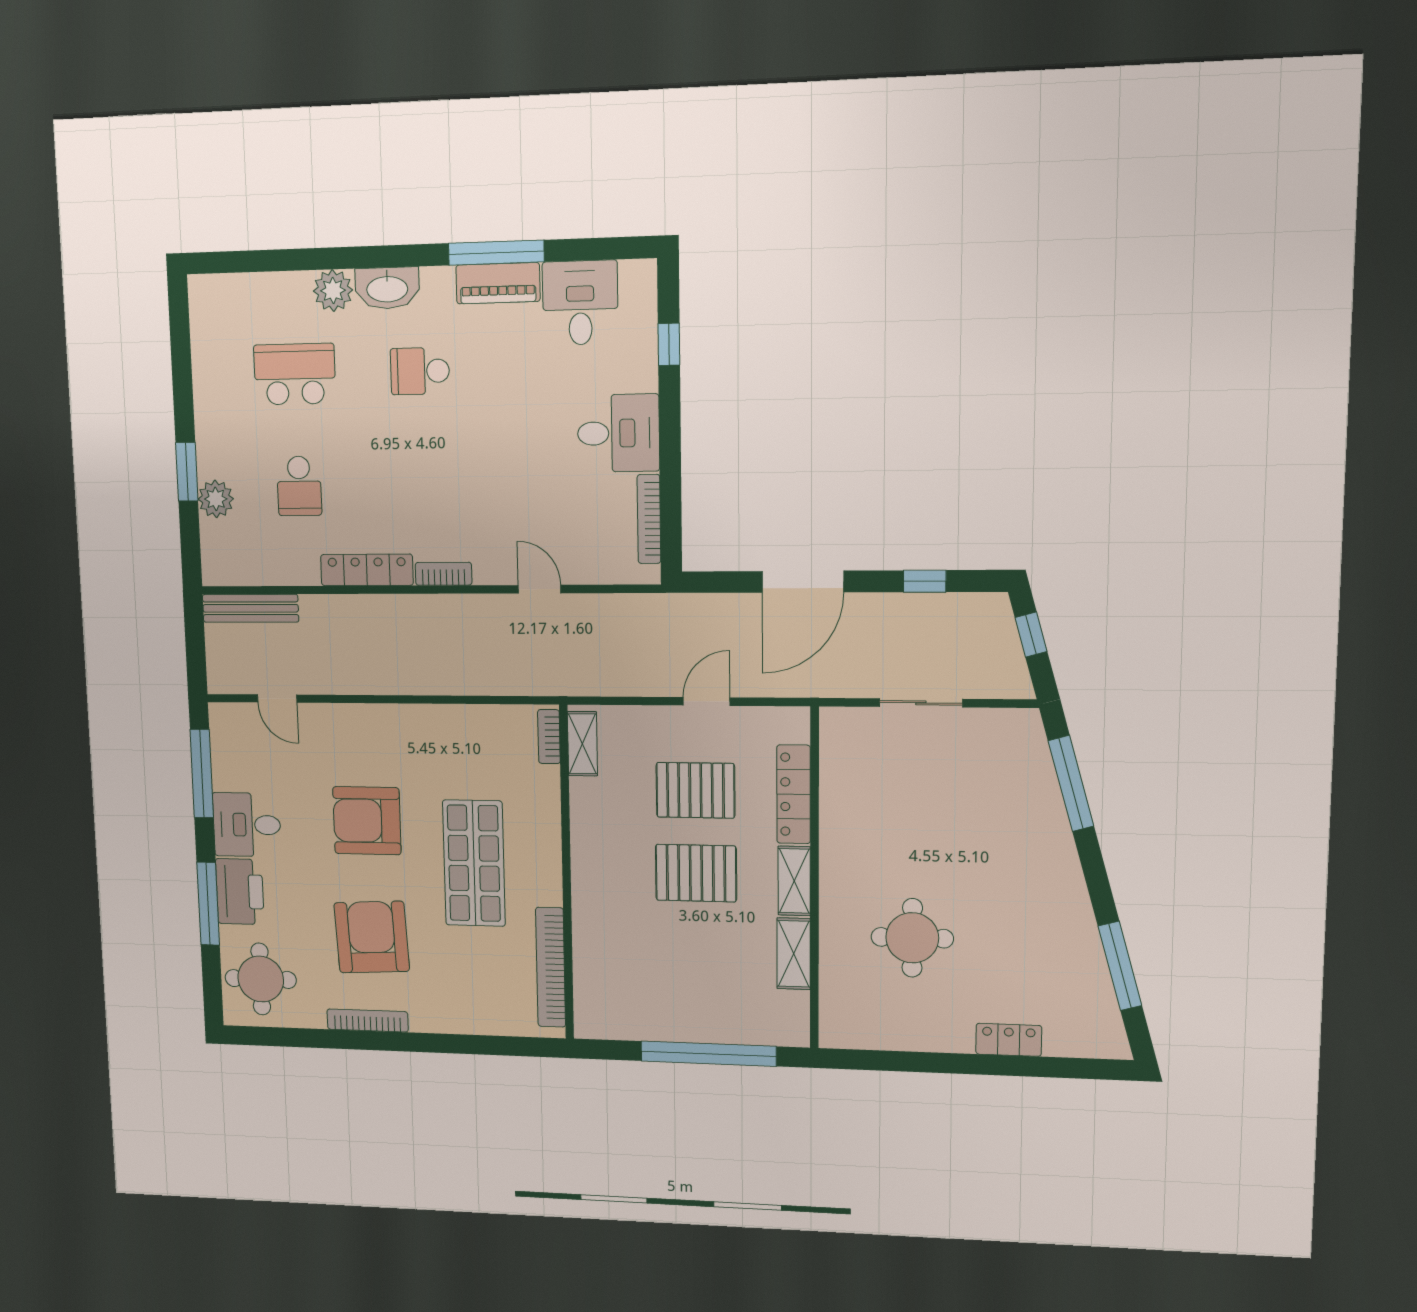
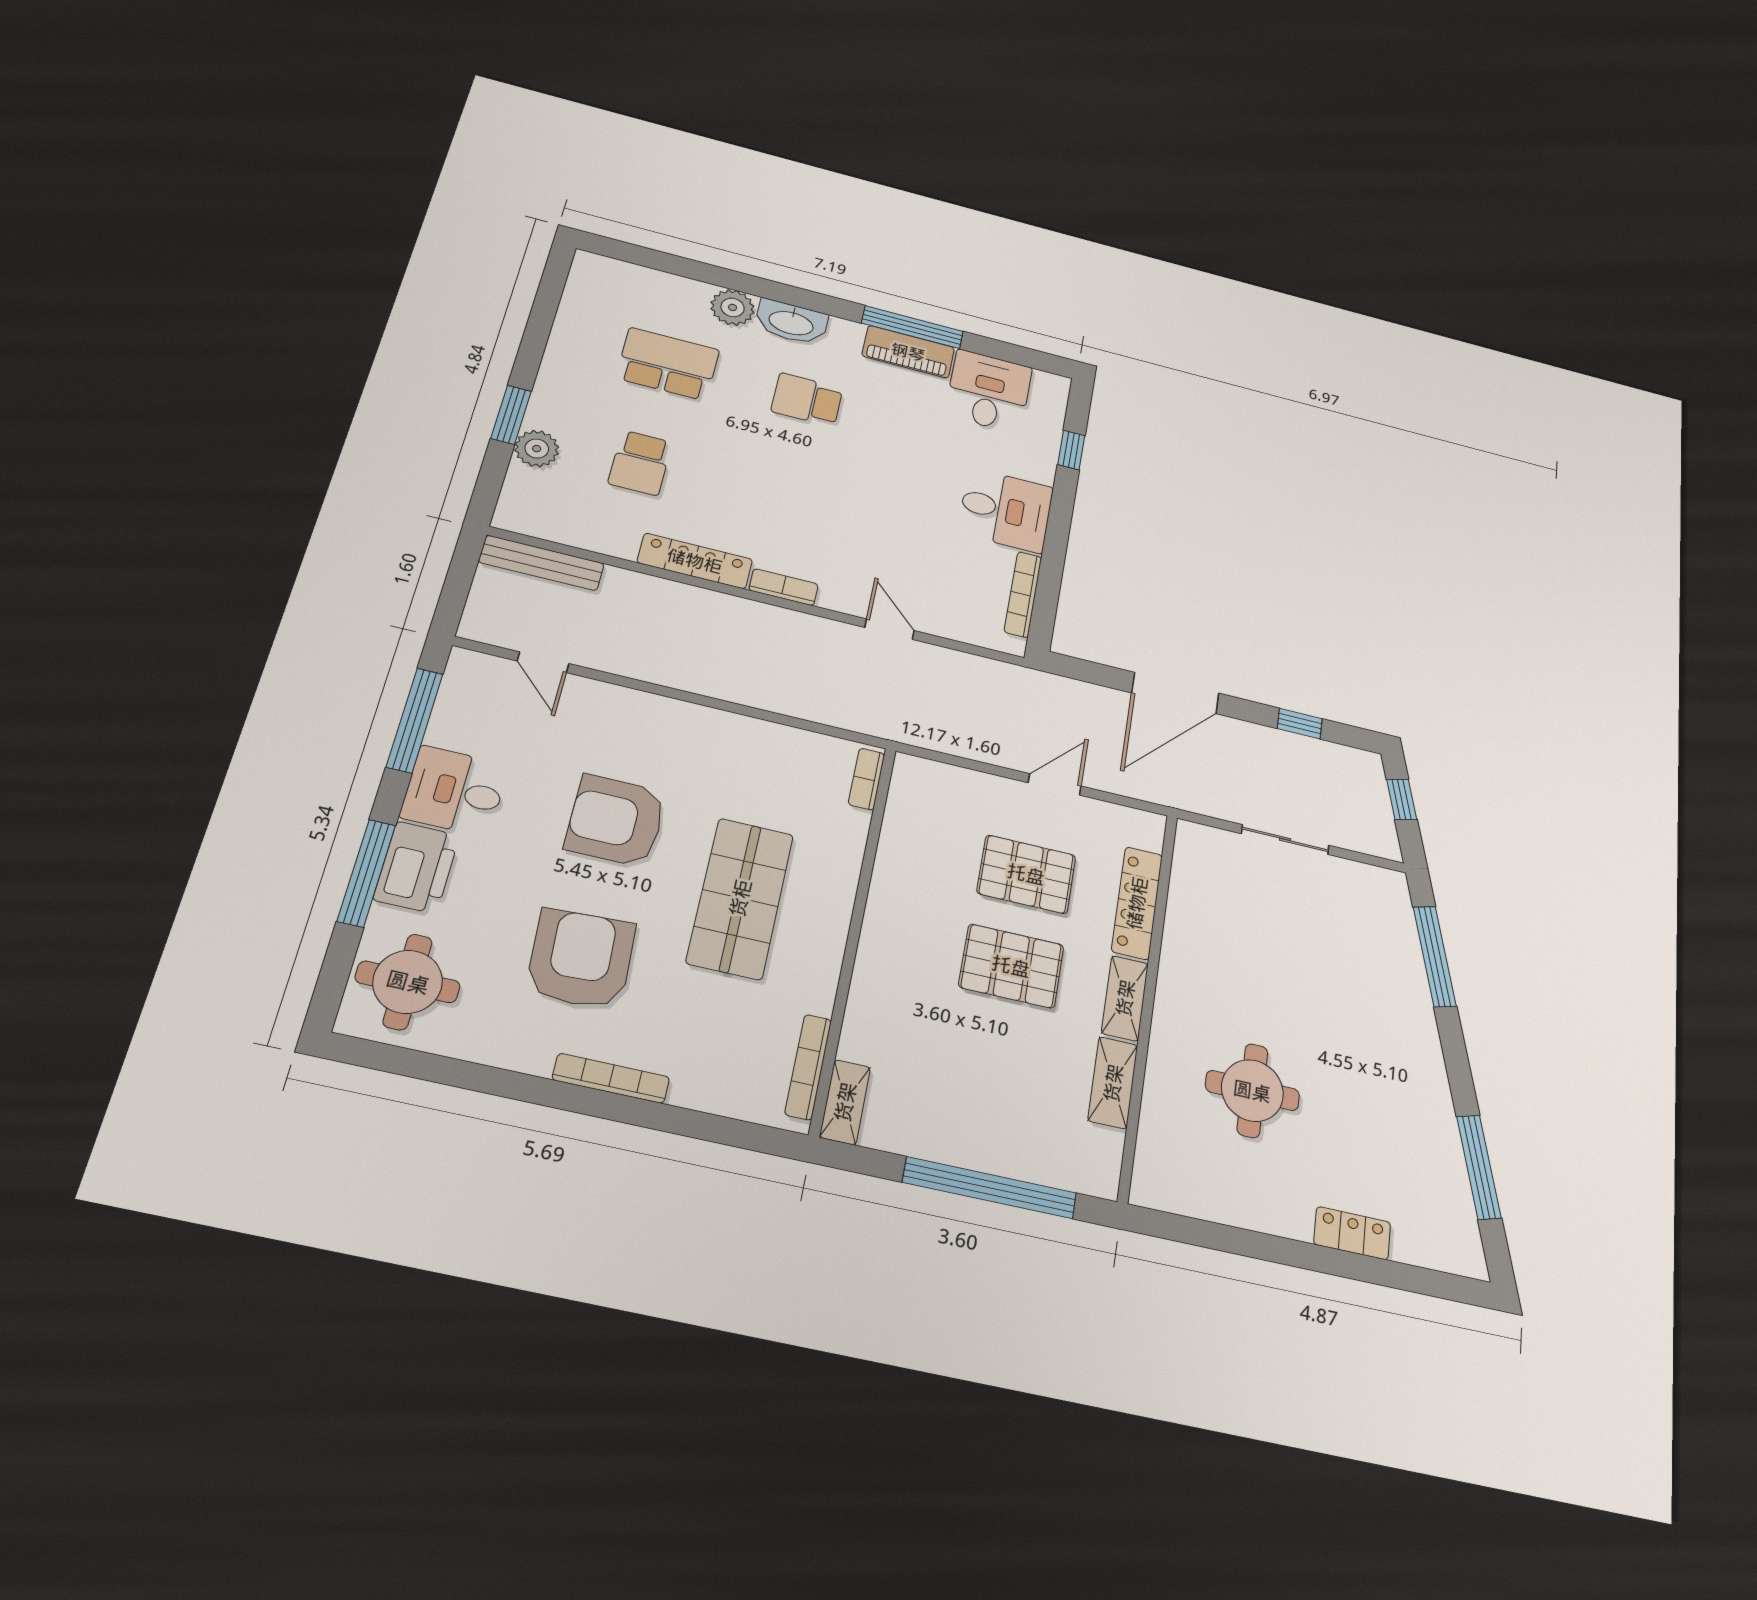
shelving: (582, 744) -> (845, 1102), moved
bookcase: (551, 967) -> (808, 1067), width x0.68, depth x0.76
bookcase: (368, 1020) -> (611, 1078), moved

